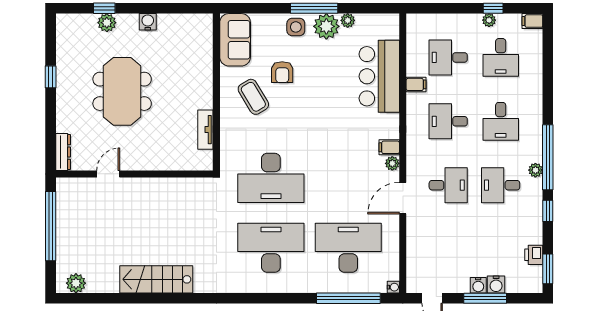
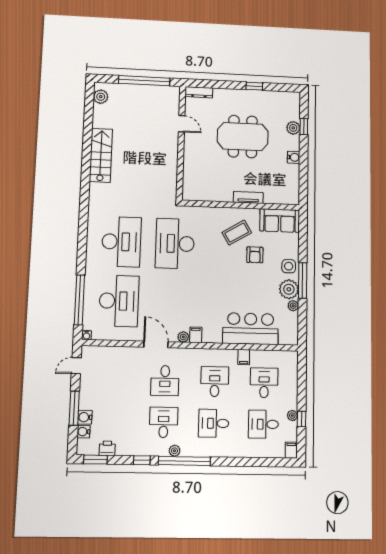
armchair: (282, 72) -> (255, 255), turned -90
tv unit: (205, 130) -> (248, 197), moved
water cooler: (478, 285) -> (83, 432), moved

